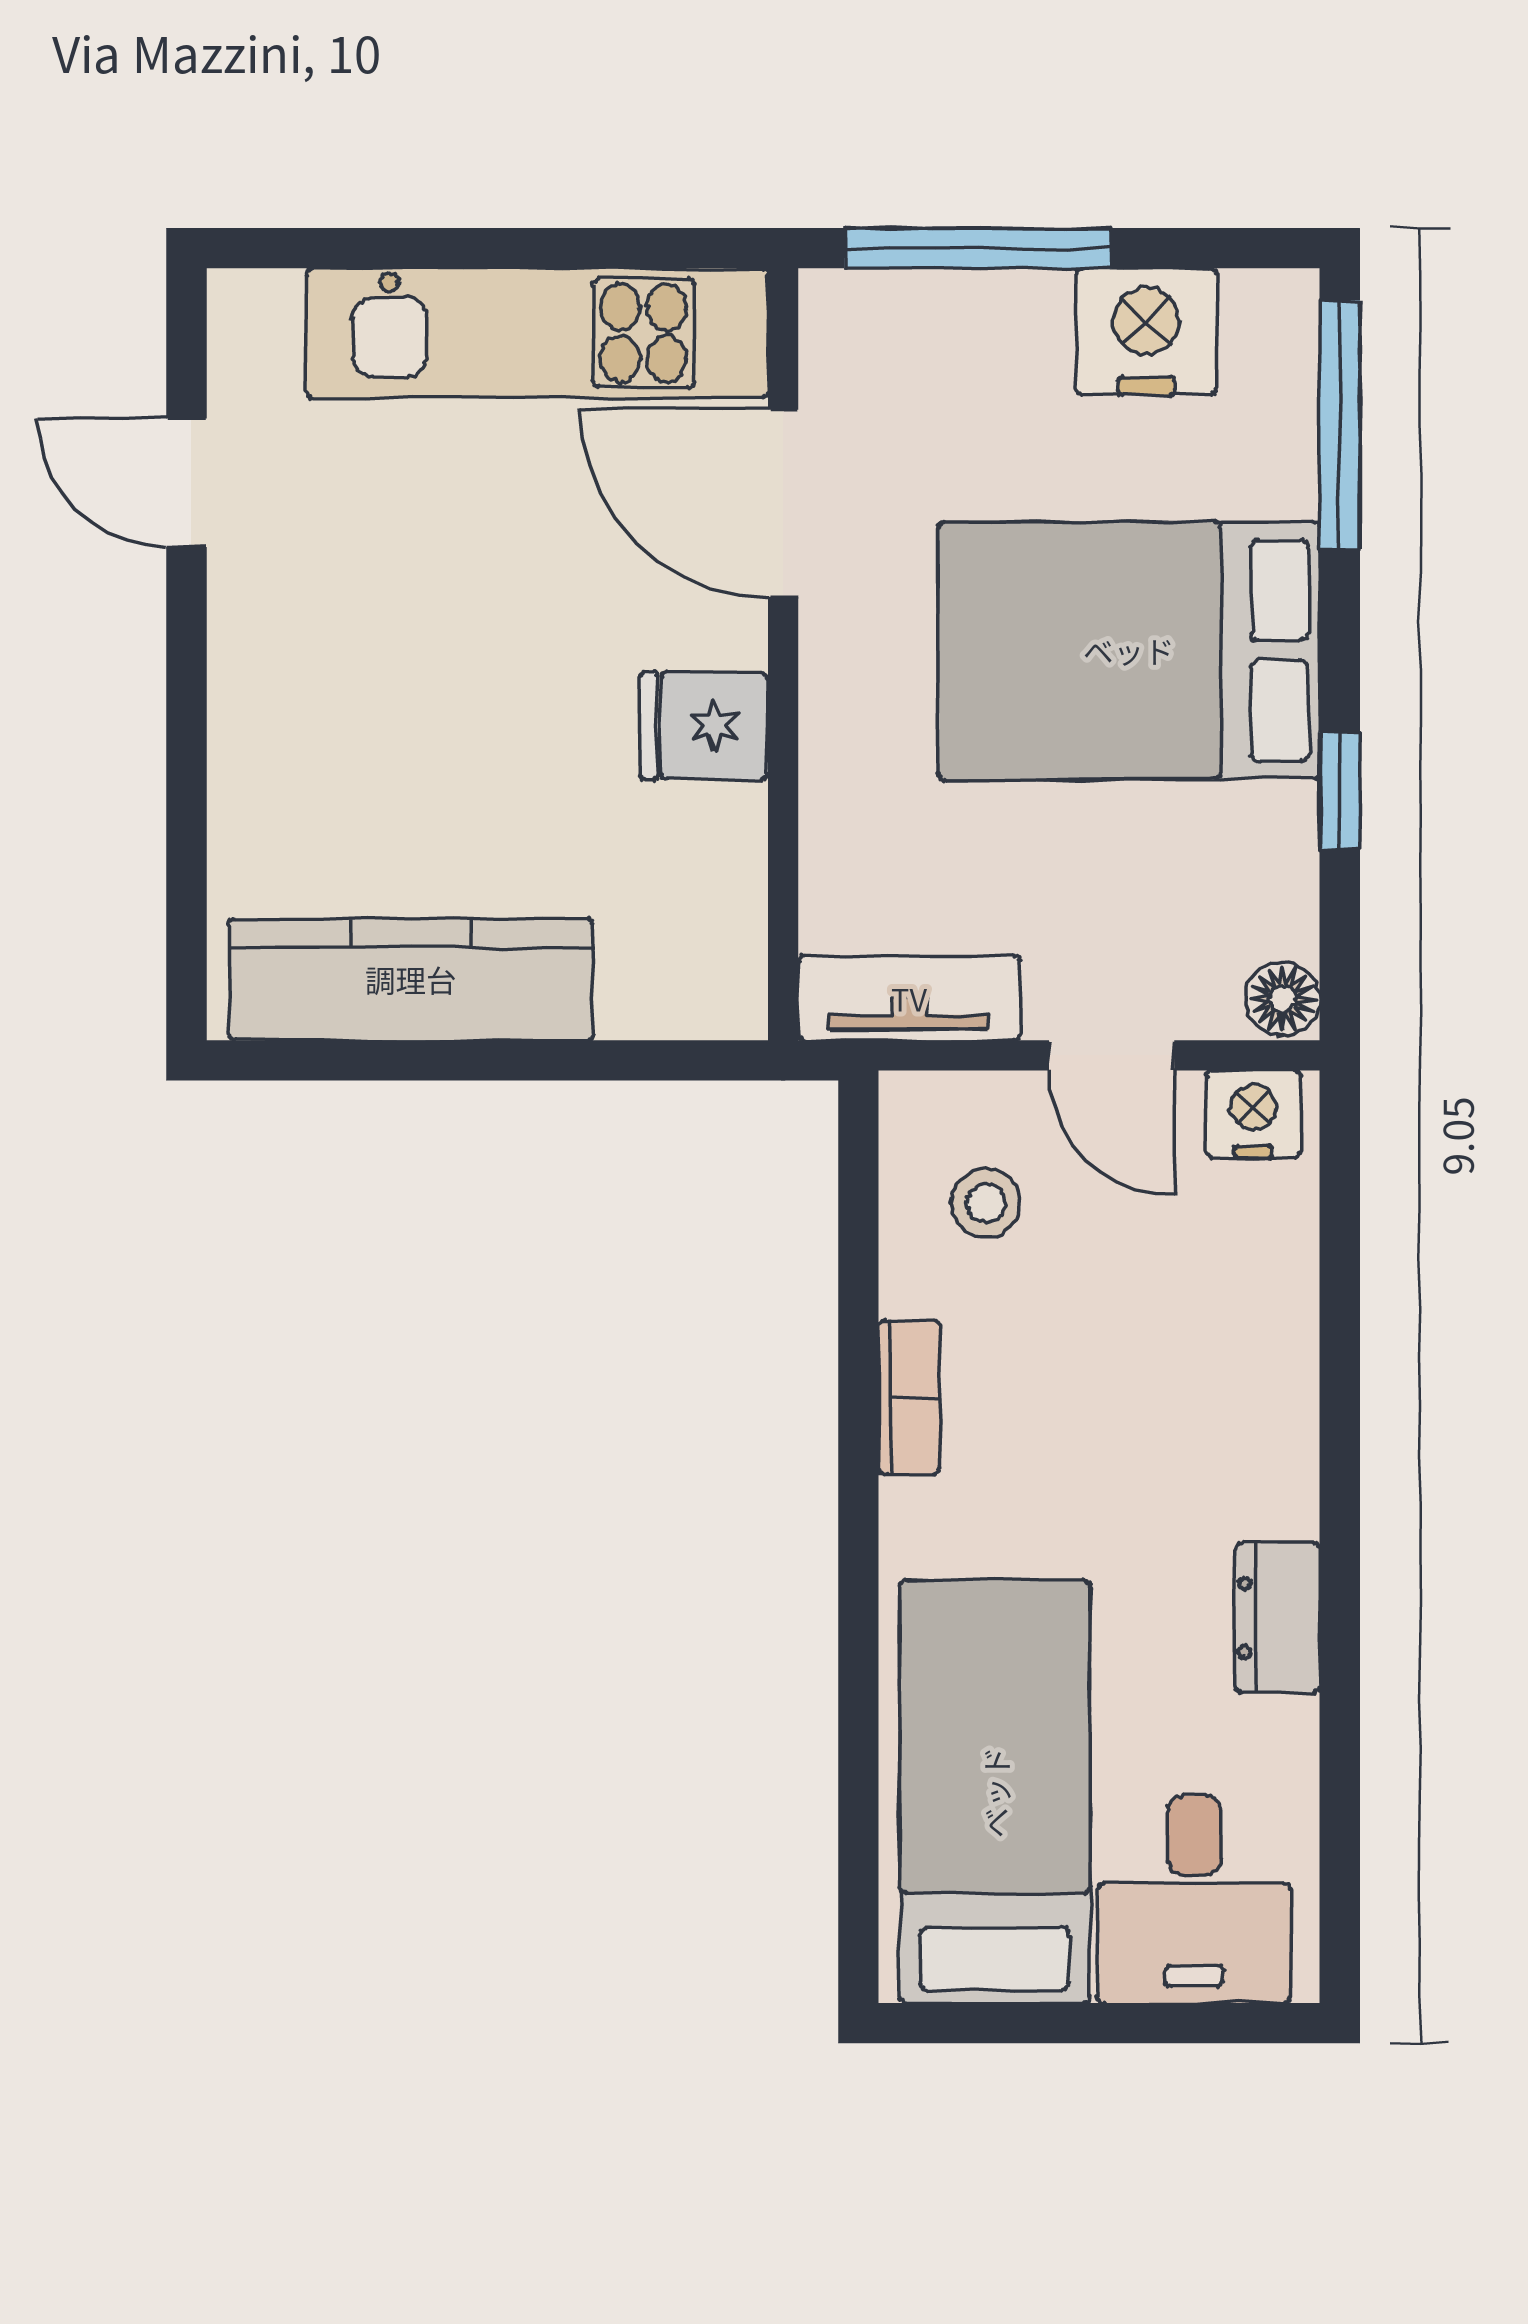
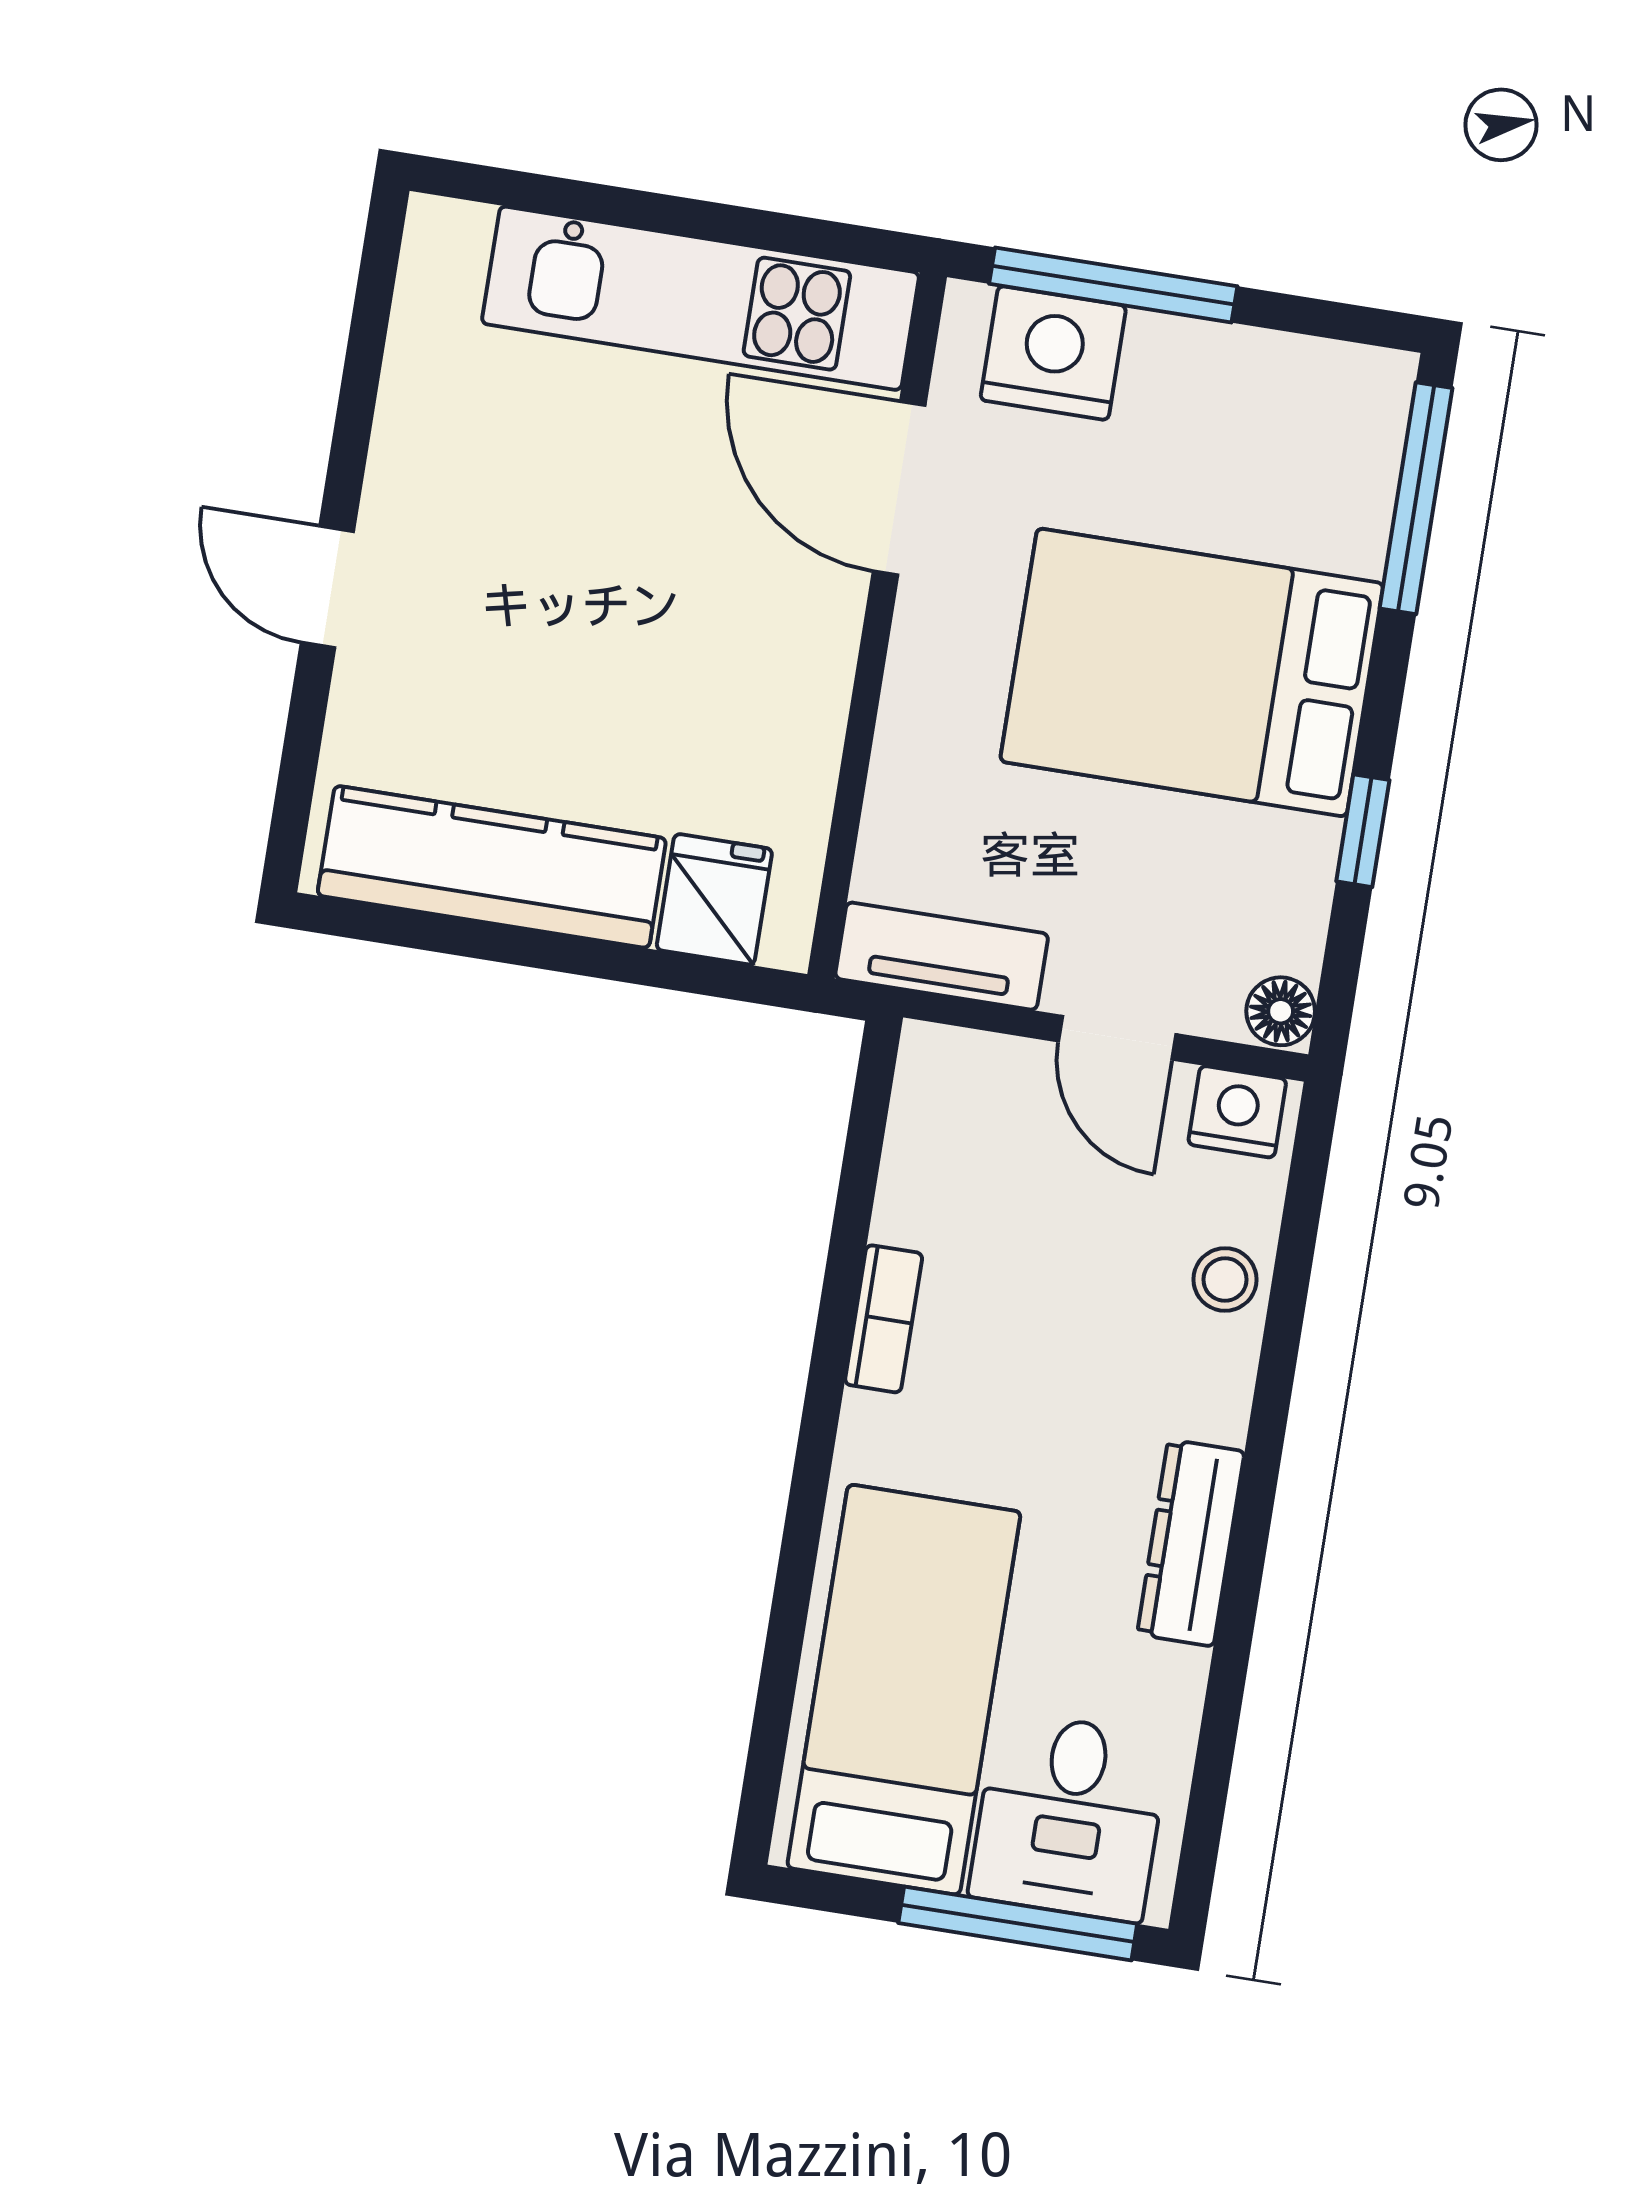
nightstand: (1146, 331) -> (1053, 353), moved
door: (186, 483) -> (327, 587), moved
fridge: (704, 726) -> (714, 899), moved, turned 90
stool: (986, 1203) -> (1225, 1279), moved
dresser: (1278, 1618) -> (1191, 1543), width x1.44
window: (1157, 2023) -> (1018, 1923), added

